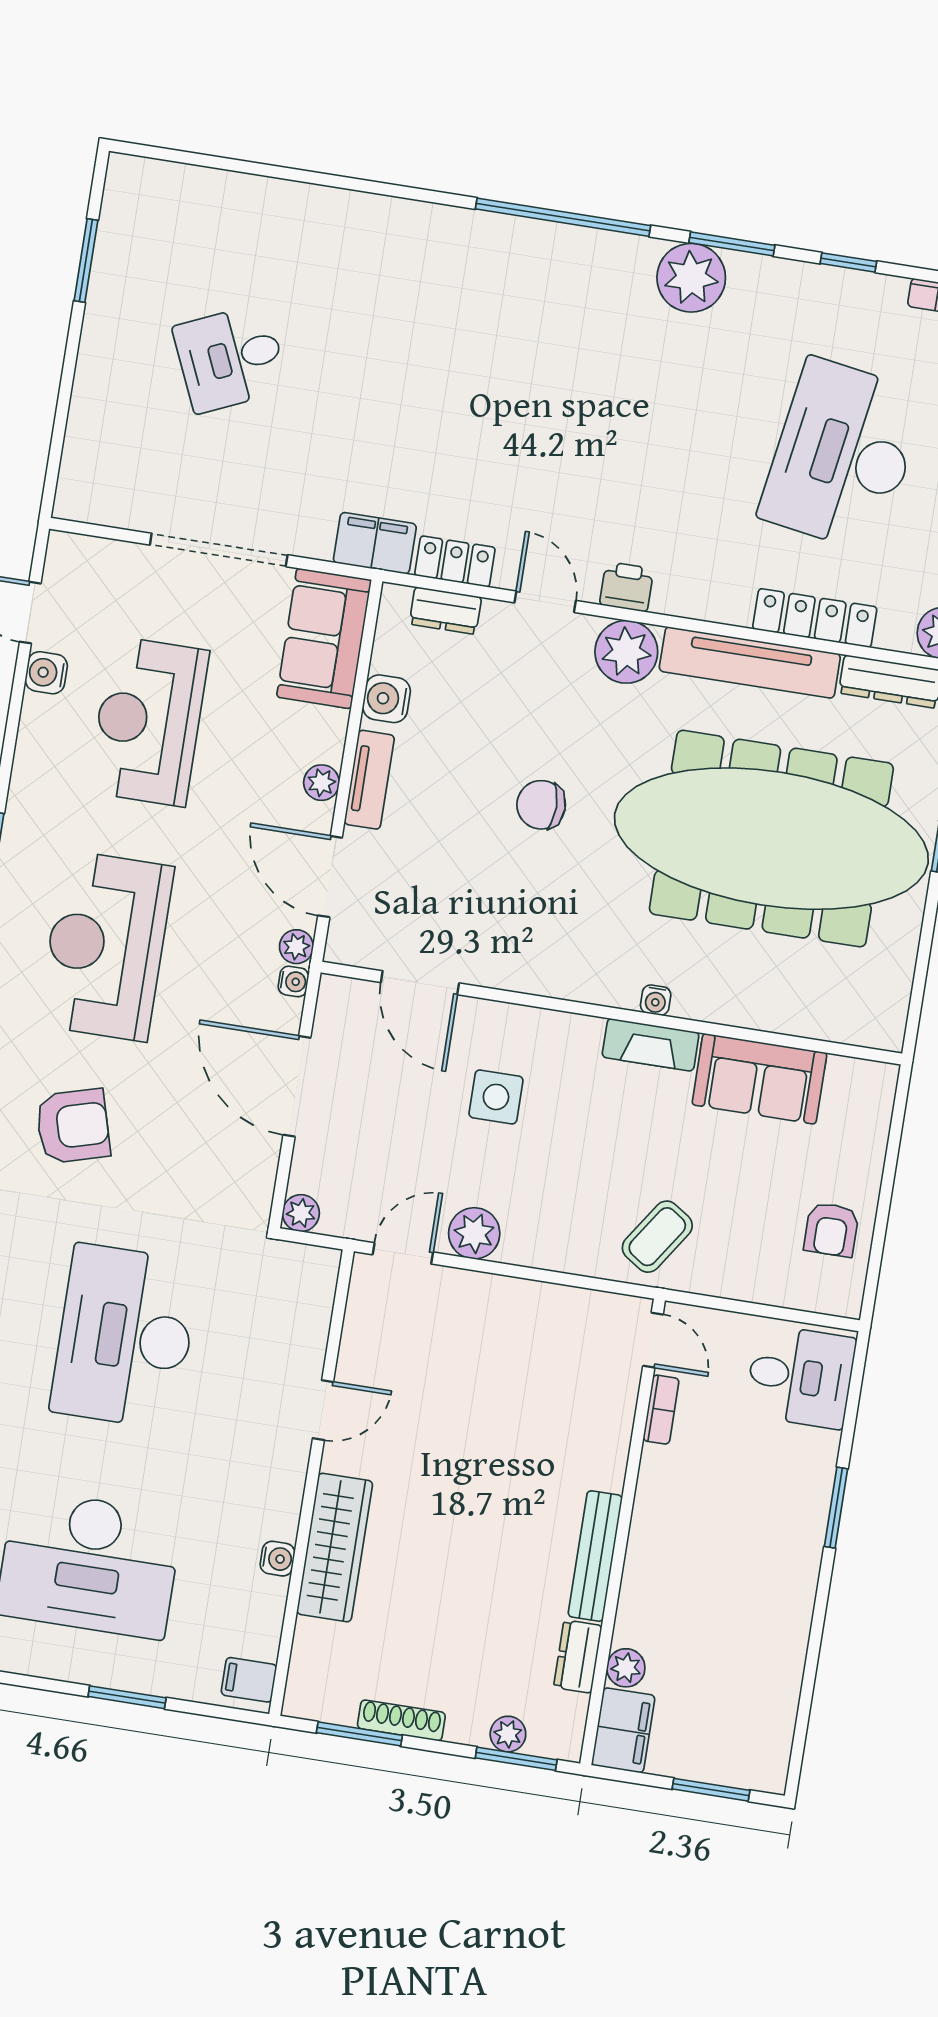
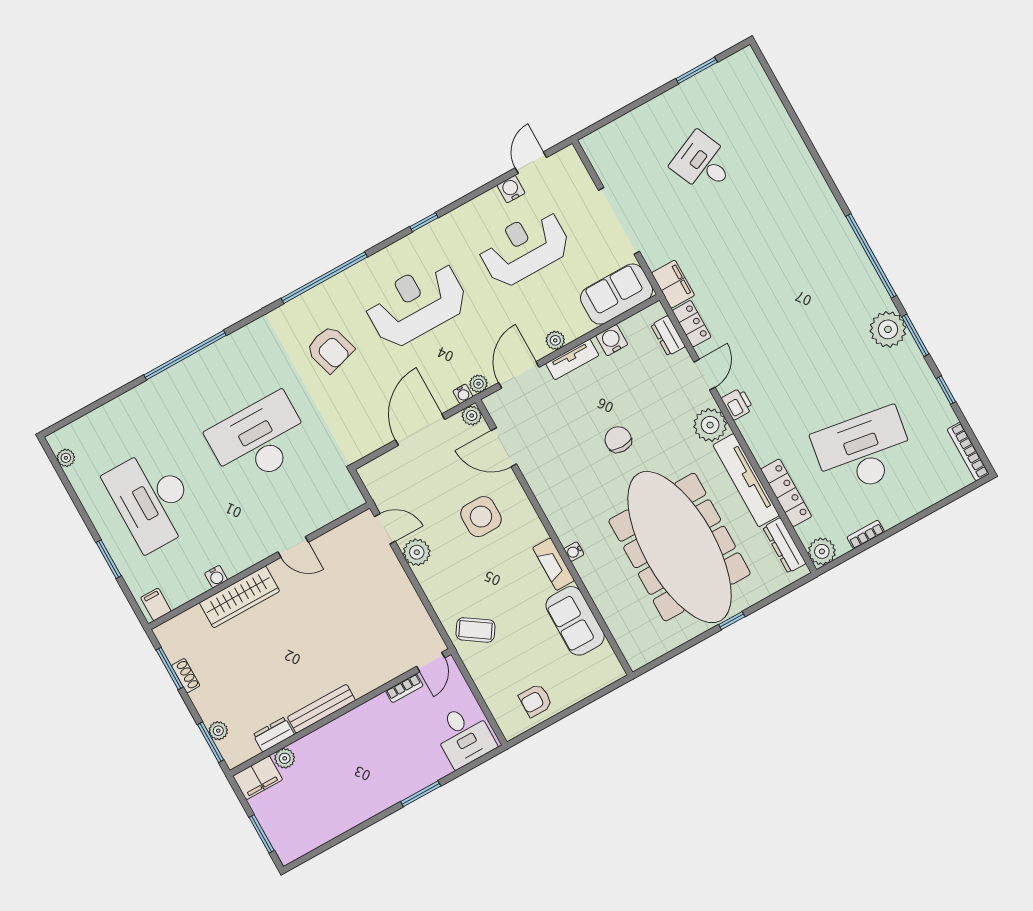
door: (420, 983) -> (504, 447), hinge flipped
side table: (496, 1097) -> (481, 517), width x1.37, depth x1.37
plant: (301, 1213) -> (472, 416), moved
shoe rack: (401, 1720) -> (186, 676), width x0.70

